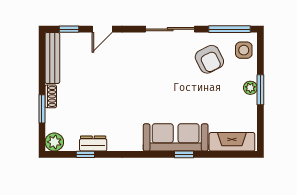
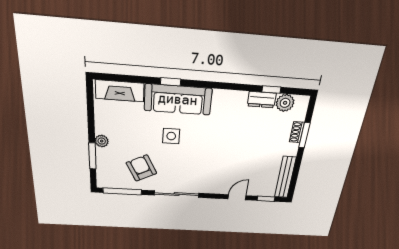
side table: (244, 50) -> (171, 136), moved
window: (260, 90) -> (92, 156), moved
shoe rack: (51, 96) -> (297, 132), moved
plant: (54, 142) -> (285, 103), moved

